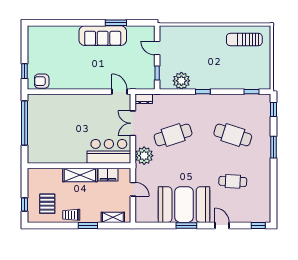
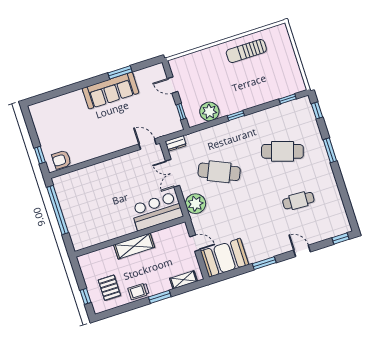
sun lounger: (244, 40) -> (246, 51), moved
cafe table: (173, 135) -> (219, 172), turned 42
filing cabinet: (108, 175) -> (164, 236), removed
booth: (184, 205) -> (225, 258), moved, width x0.73, depth x0.70

